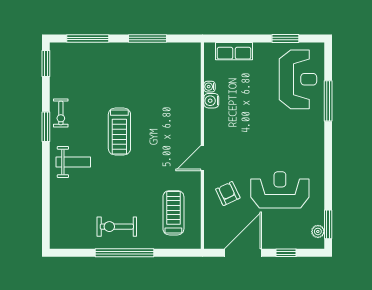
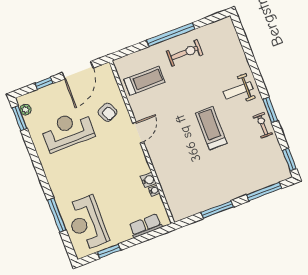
reception desk: (280, 190) -> (68, 131), turned 180
treadmill: (173, 213) -> (144, 81), turned -90

